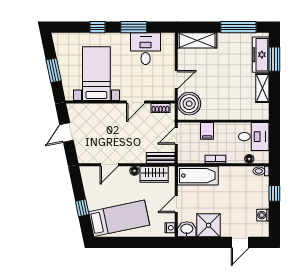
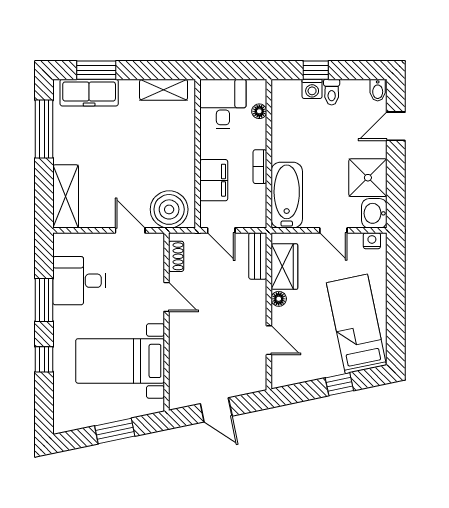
shelving: (262, 88) -> (164, 90), moved
filing cabinet: (207, 131) -> (214, 180), width x2.00
toilet: (261, 171) -> (332, 92), moved
washing machine: (263, 215) -> (312, 89), moved
bidet: (262, 231) -> (378, 90), added
door: (240, 242) -> (396, 126), swing flipped

